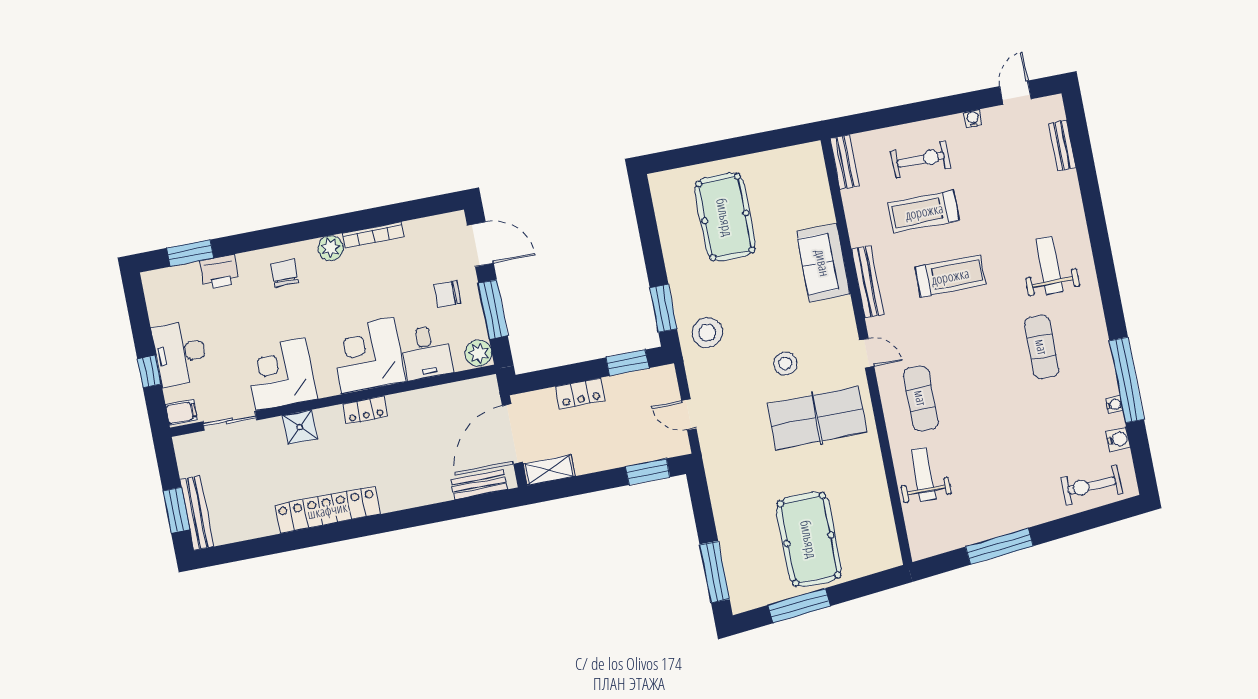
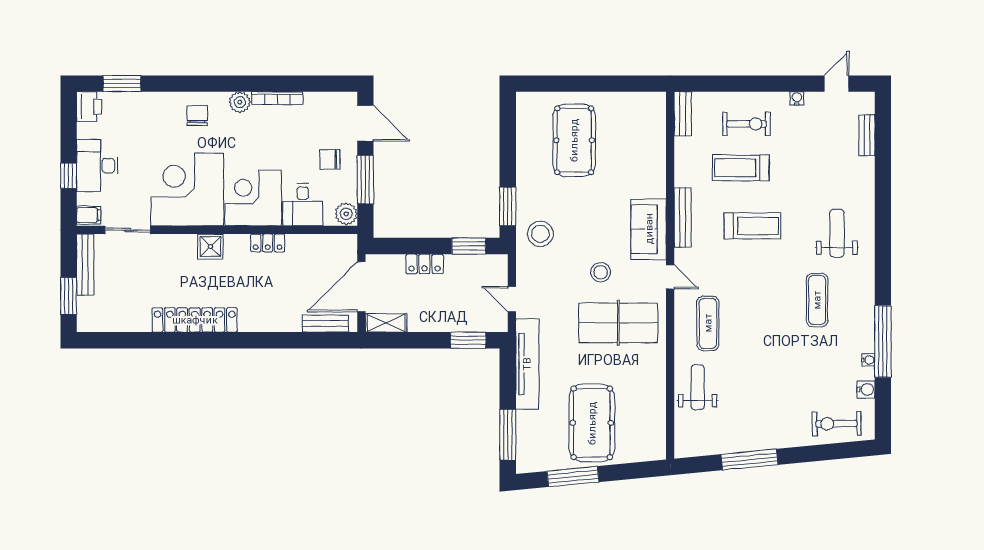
sofa: (823, 263) -> (649, 229), moved
printer: (219, 272) -> (89, 107), moved, turned -90
corner desk: (281, 374) -> (187, 190), width x1.36, depth x1.36
locker: (365, 410) -> (268, 243), moved
shower: (300, 427) -> (210, 247), moved
tv unit: (721, 486) -> (527, 364), added
bench: (197, 513) -> (85, 265), moved

